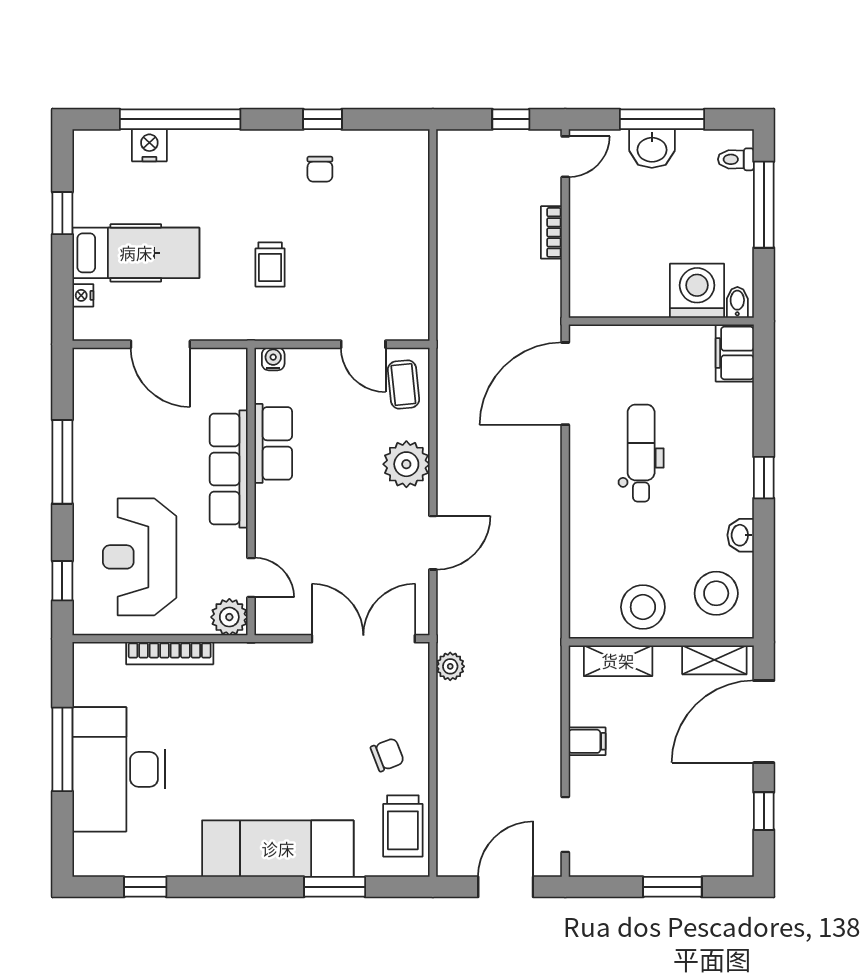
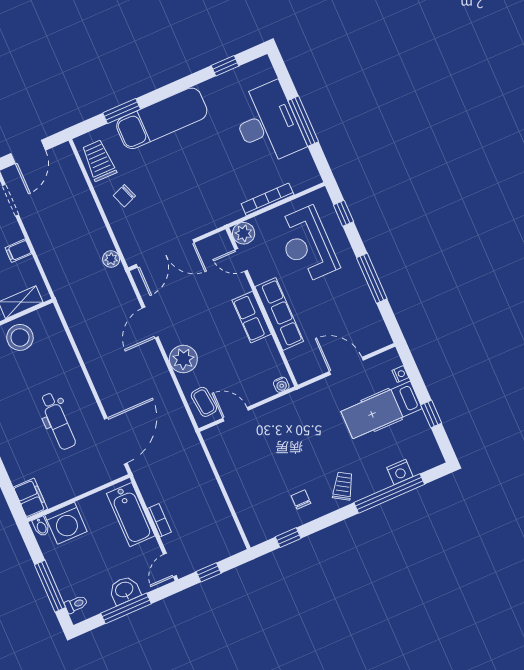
window: (323, 119) -> (288, 538), moved
bathtub: (592, 260) -> (131, 515), added
trolley: (270, 264) -> (343, 486), moved, turned 32
row of seats: (273, 443) -> (252, 317), moved
reception desk: (140, 557) -> (307, 245), turned 180

